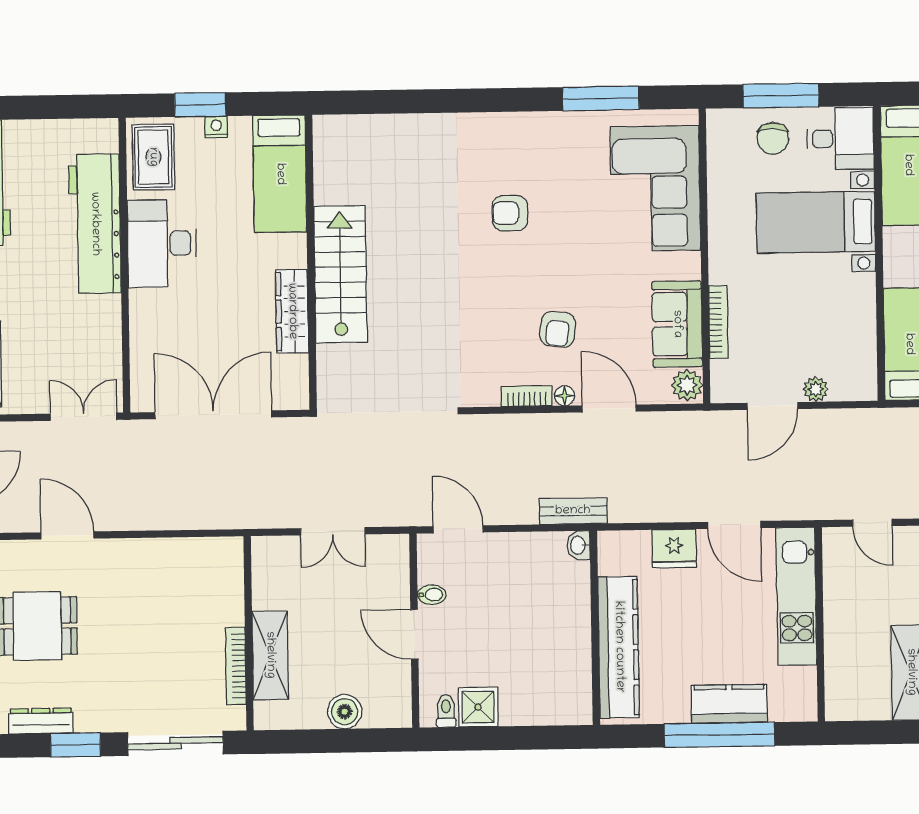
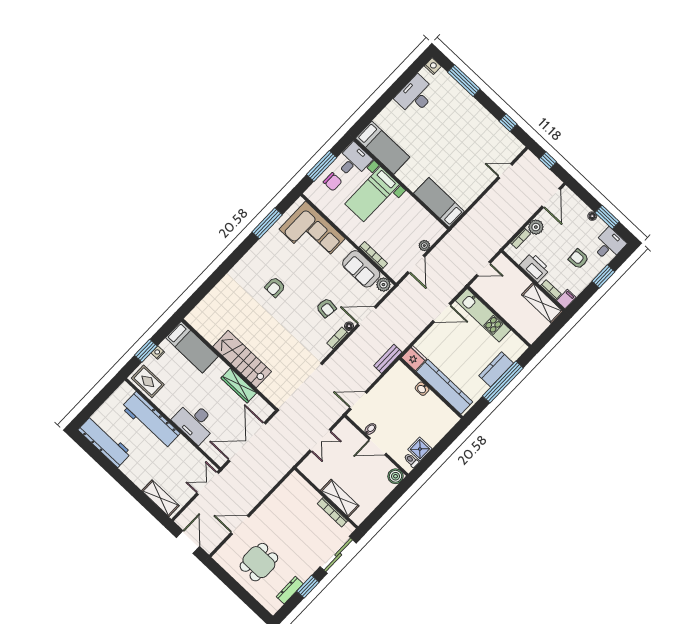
desk: (162, 243) -> (195, 422), moved
washbasin: (578, 545) -> (422, 389), moved
fridge: (674, 548) -> (414, 358), moved, turned -90
boiler: (345, 712) -> (396, 476), moved

